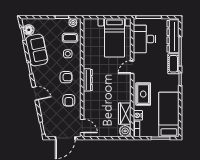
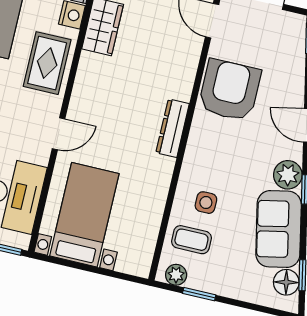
plant: (38, 72) -> (288, 175), added
armchair: (66, 77) -> (223, 147), removed
armchair: (69, 100) -> (230, 90), width x1.88, depth x1.88

